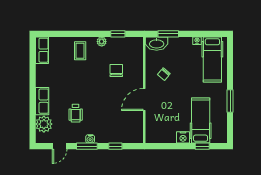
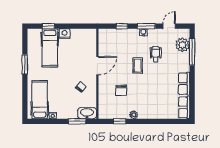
coffee table: (80, 51) -> (138, 65), moved
row of seats: (42, 101) -> (184, 84), moved
window: (33, 116) -> (192, 52), added

